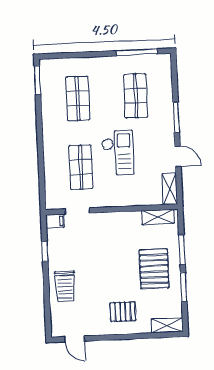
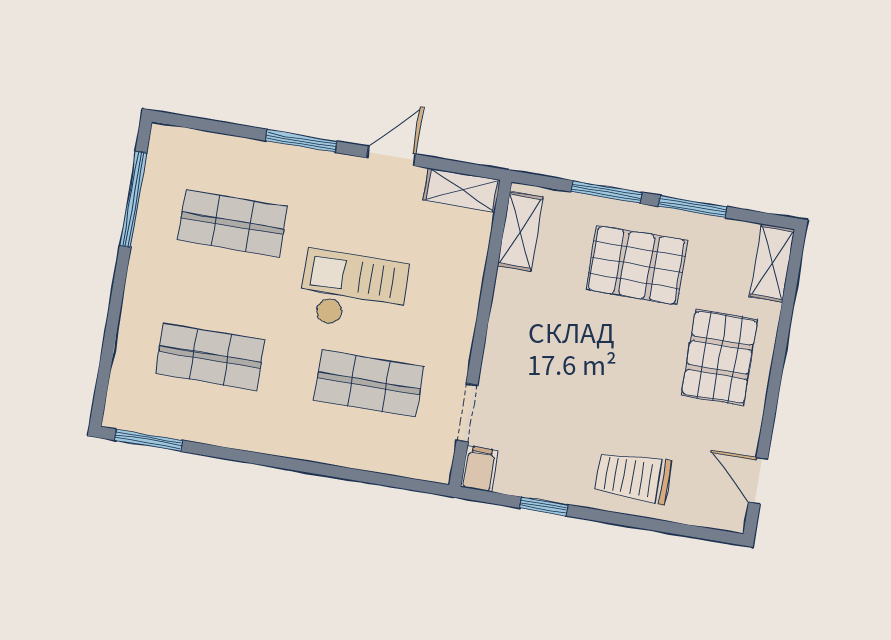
trolley: (65, 286) -> (633, 477), turned 180
pallet: (123, 312) -> (720, 357), width x1.50, depth x1.42
door: (75, 339) -> (758, 481), swing flipped

